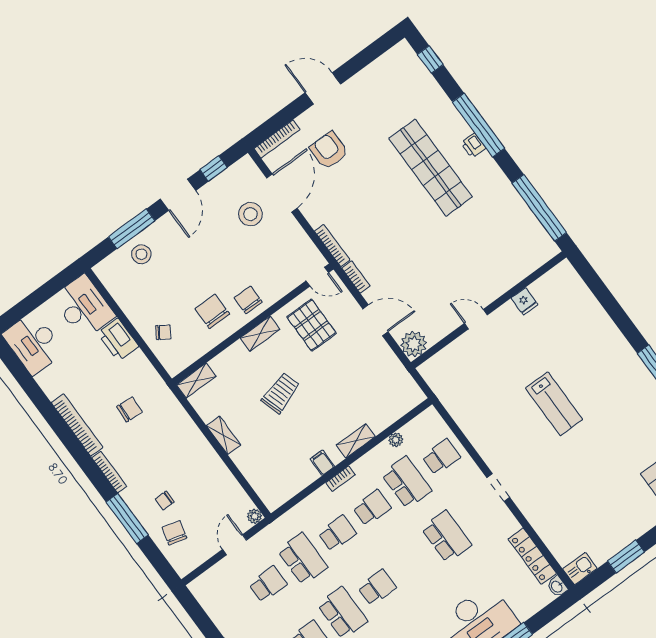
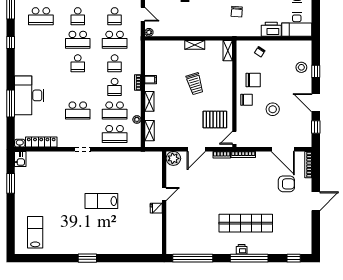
stool: (250, 214) -> (273, 109), moved
window: (132, 229) -> (316, 71), width x0.46
fridge: (525, 301) -> (156, 208), moved
shelving: (260, 334) -> (149, 131), moved
school desk: (441, 457) -> (115, 134), width x1.85

